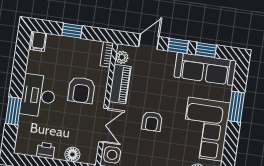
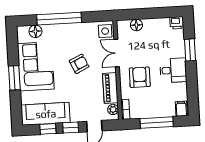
window: (72, 31) -> (157, 123), width x2.17
desk: (38, 96) -> (173, 70), width x0.73
window: (236, 107) -> (14, 78), moved
armchair: (152, 121) -> (79, 64), turned 65
printer: (46, 150) -> (177, 23), moved

